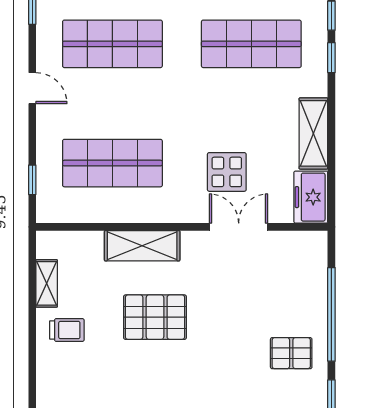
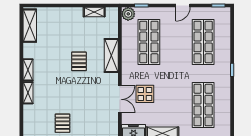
plant: (51, 209) -> (128, 14), added
pallet: (155, 317) -> (79, 61), width x0.67, depth x0.71
trolley: (67, 330) -> (73, 21), removed

